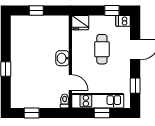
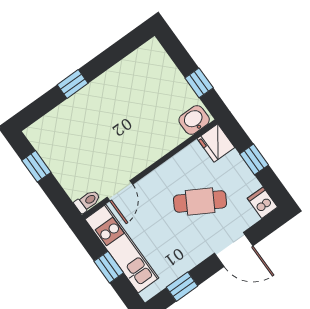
window: (36, 10) -> (199, 83), moved
window: (112, 10) -> (254, 159), moved
cafe table: (102, 49) -> (200, 201), turned 30
washbasin: (62, 58) -> (194, 120), moved

